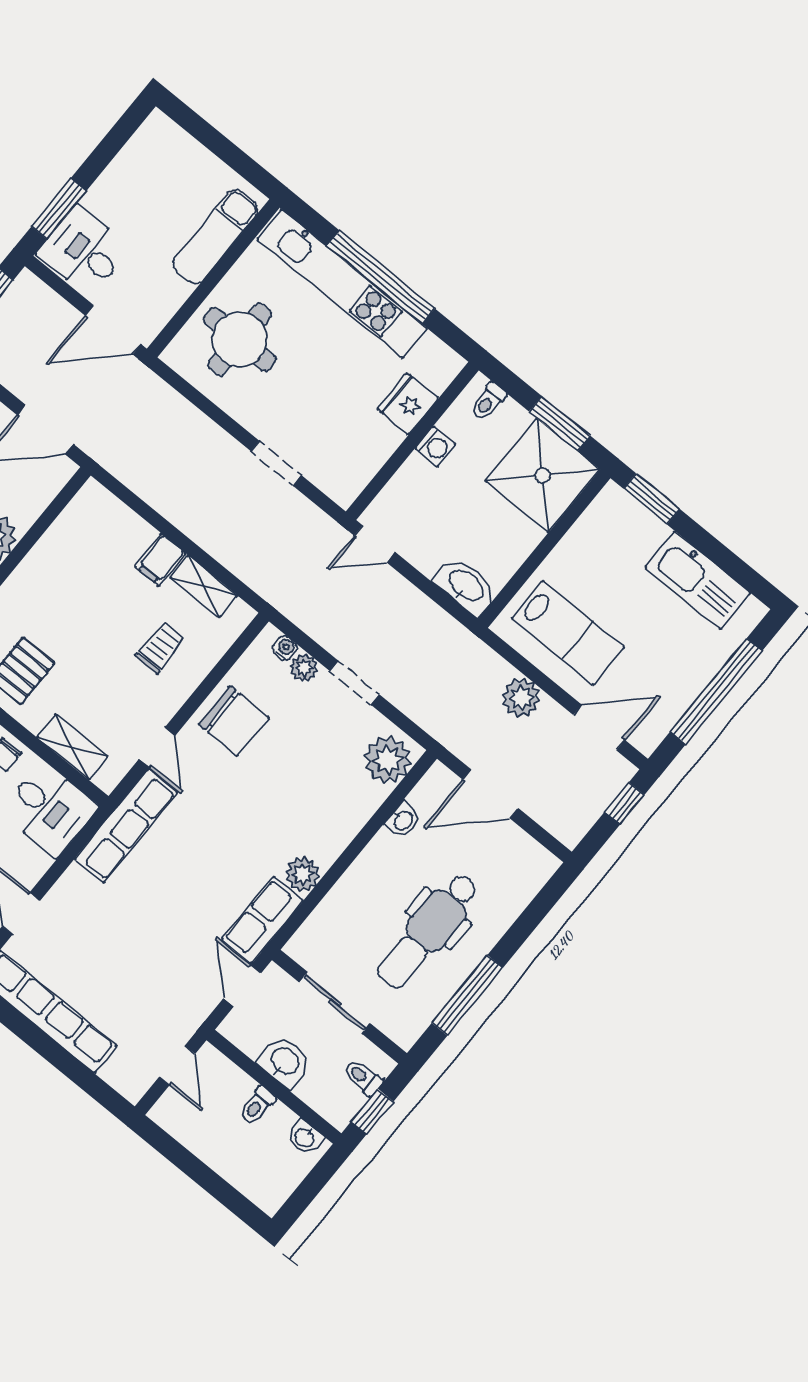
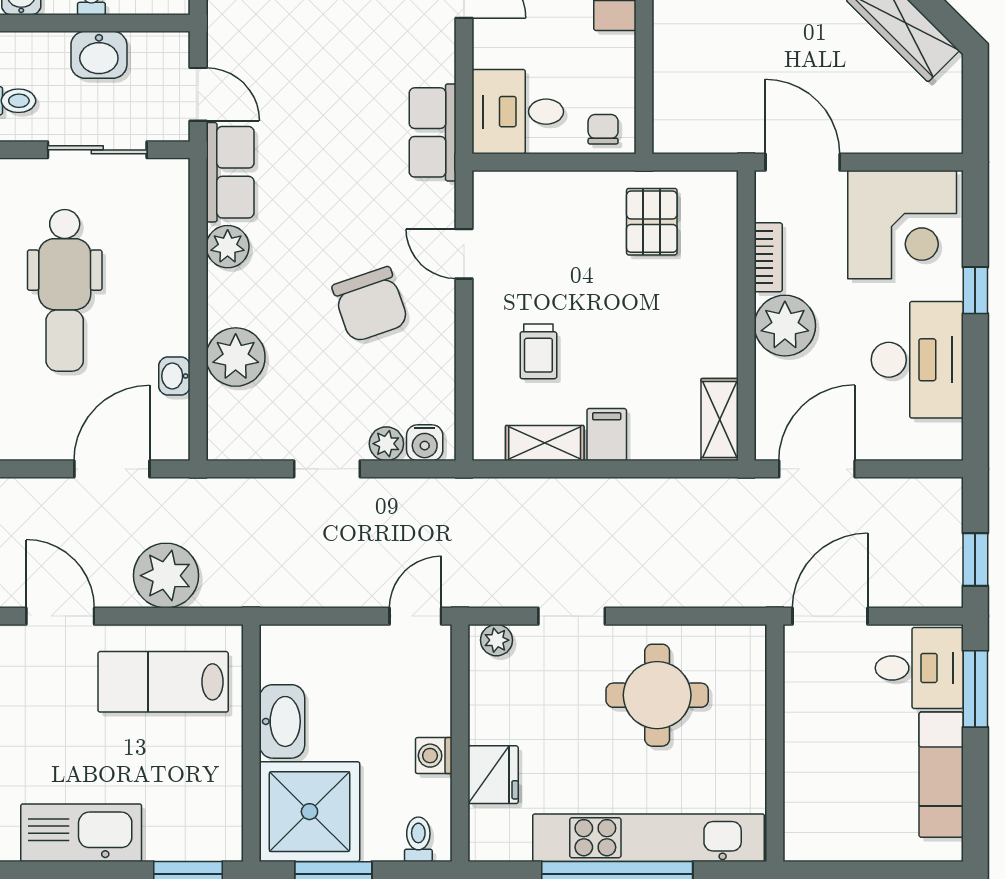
exam couch: (215, 237) -> (941, 775), moved, turned 180
round table: (240, 339) -> (657, 695), moved
plant: (336, 487) -> (496, 640), added
washbasin: (466, 586) -> (282, 721), moved, turned -90
water cooler: (285, 648) -> (425, 443), width x1.38, depth x1.38
plant: (521, 698) -> (166, 576), width x1.36, depth x1.36
chair: (234, 721) -> (370, 305), moved, turned -109
door: (599, 727) -> (60, 616), swing flipped
shelving: (72, 747) -> (720, 420), moved, turned 90
plant: (388, 760) -> (236, 357), moved
row of seats: (126, 826) -> (433, 132), width x0.68
dental chair: (428, 931) -> (65, 290), turned 180

